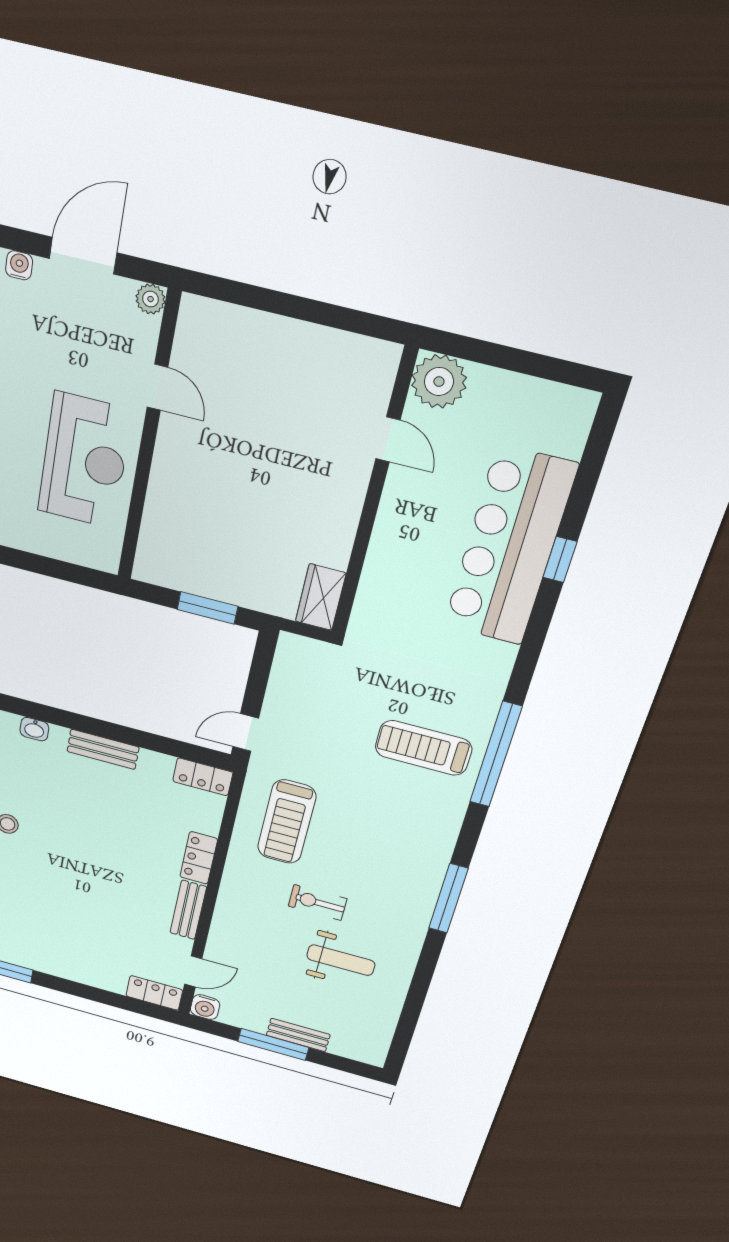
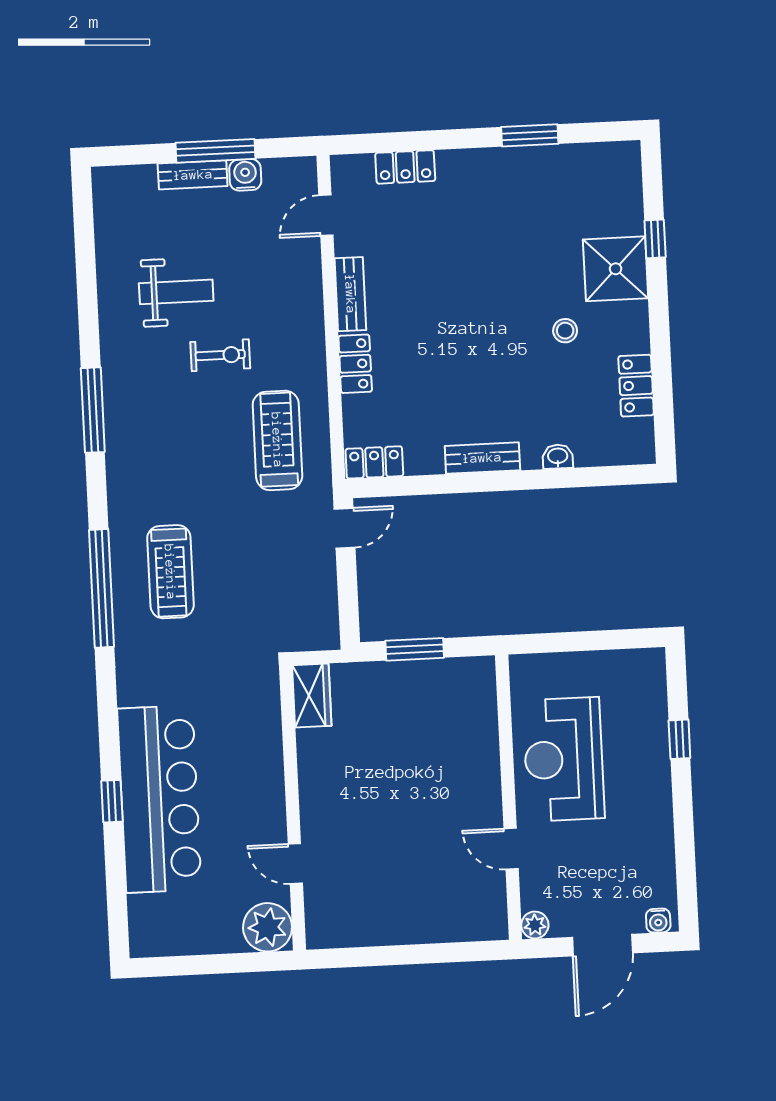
treadmill: (423, 748) -> (170, 572), turned 90
weight bench: (341, 960) -> (176, 292), turned 180
locker: (154, 993) -> (405, 167), moved
water cooler: (205, 1007) -> (245, 175), moved

